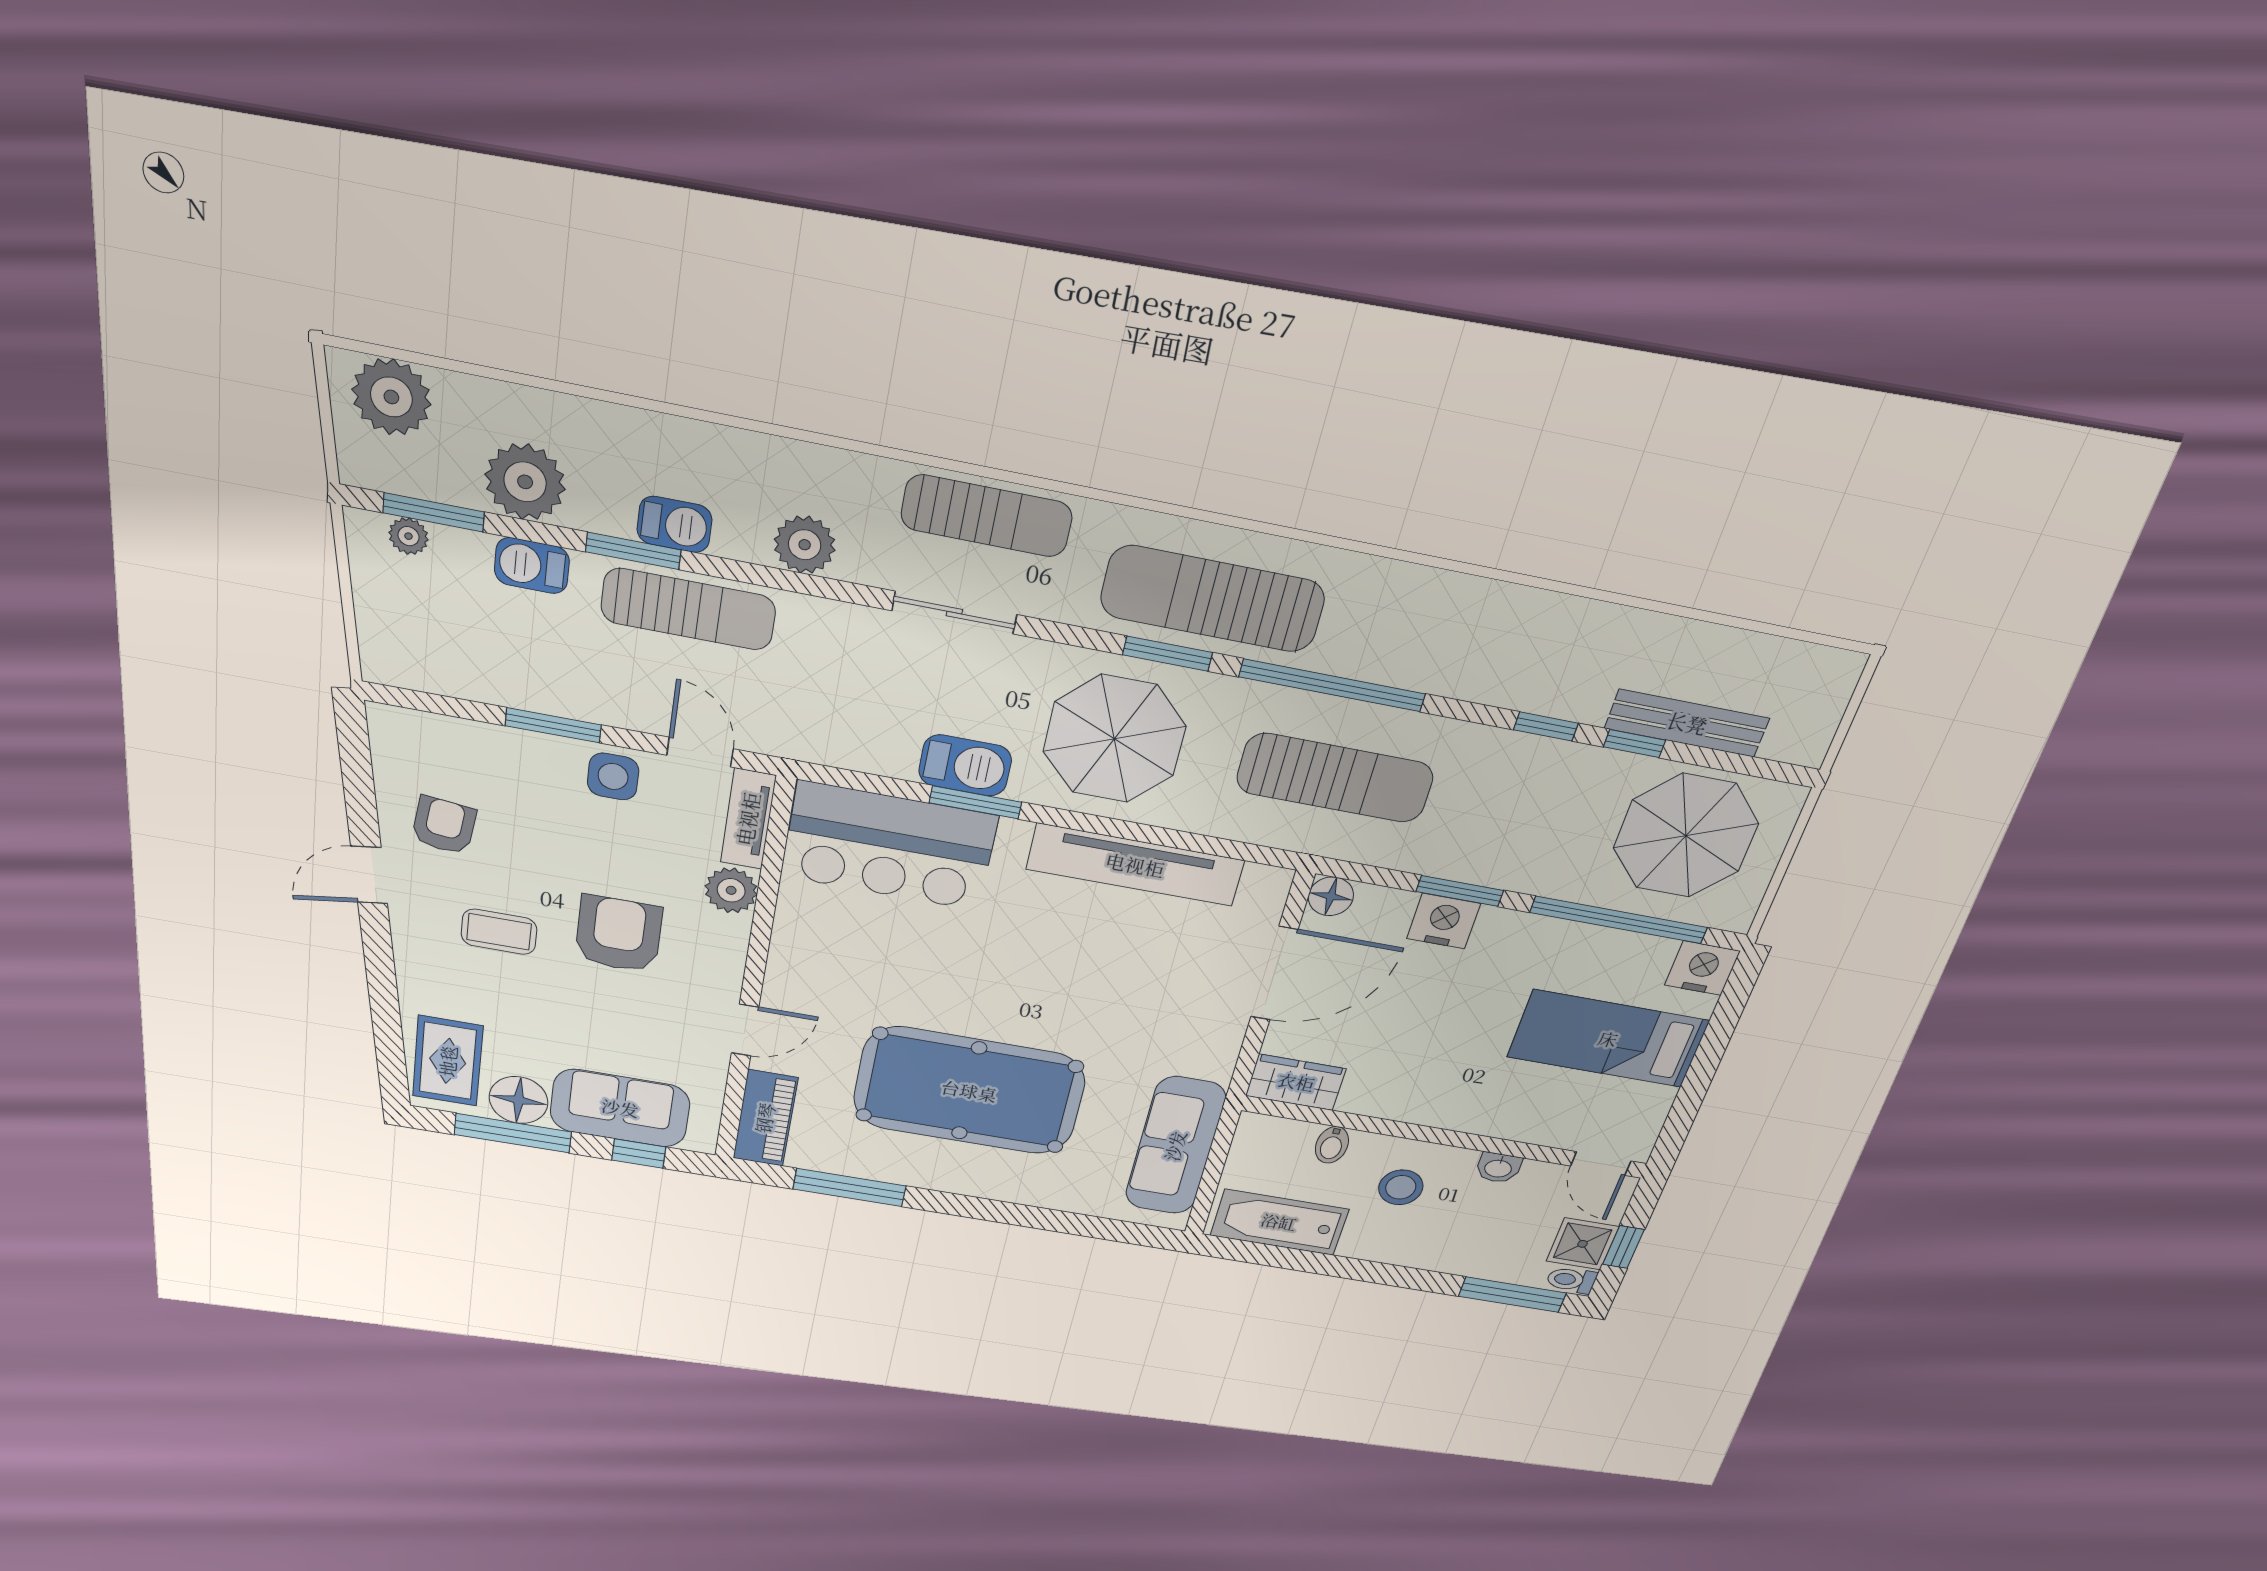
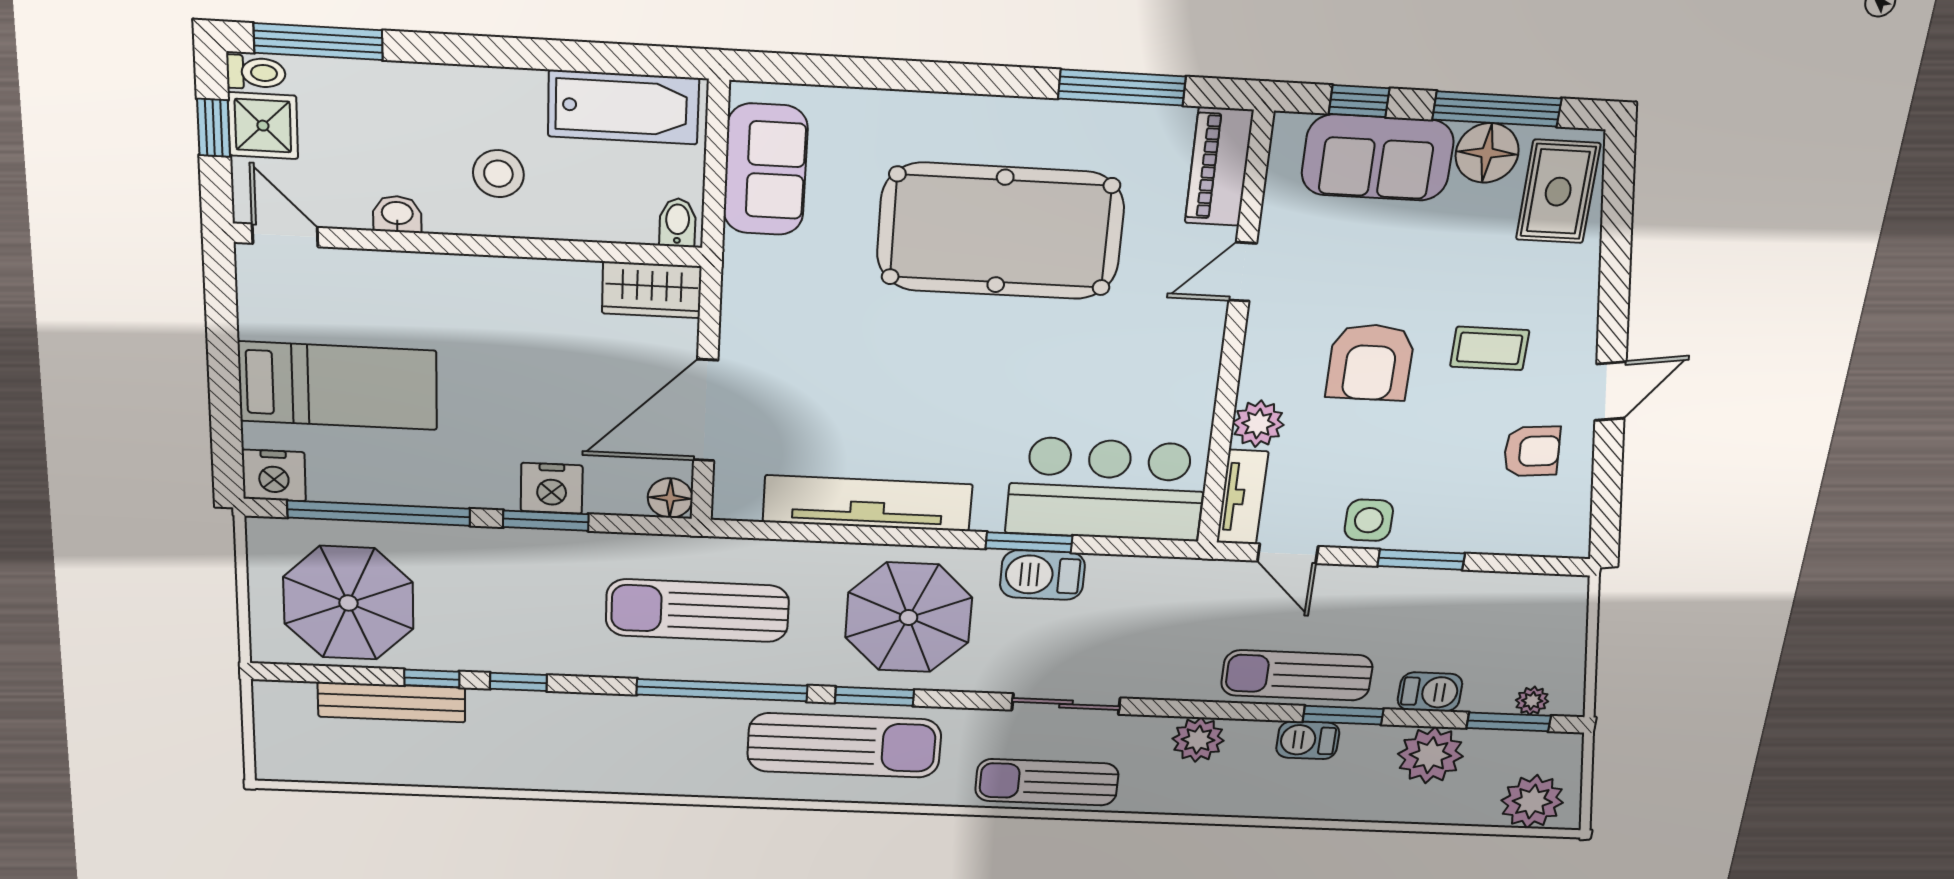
armchair: (444, 825) -> (1532, 451), turned -102
bidet: (1332, 1145) -> (678, 223), moved
sofa: (1175, 1146) -> (765, 170), width x0.73

